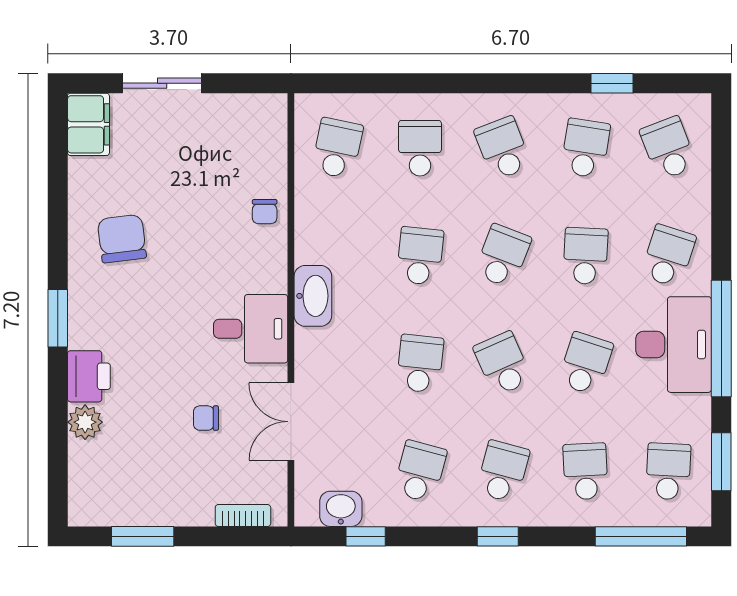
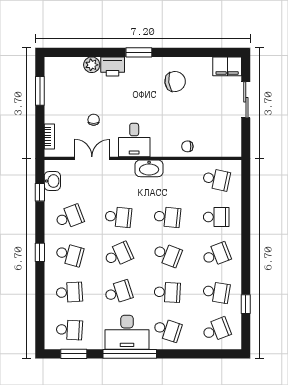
school desk: (585, 364) -> (118, 292), turned -36
school desk: (420, 471) -> (69, 217), turned -36
window: (641, 536) -> (40, 317), removed

